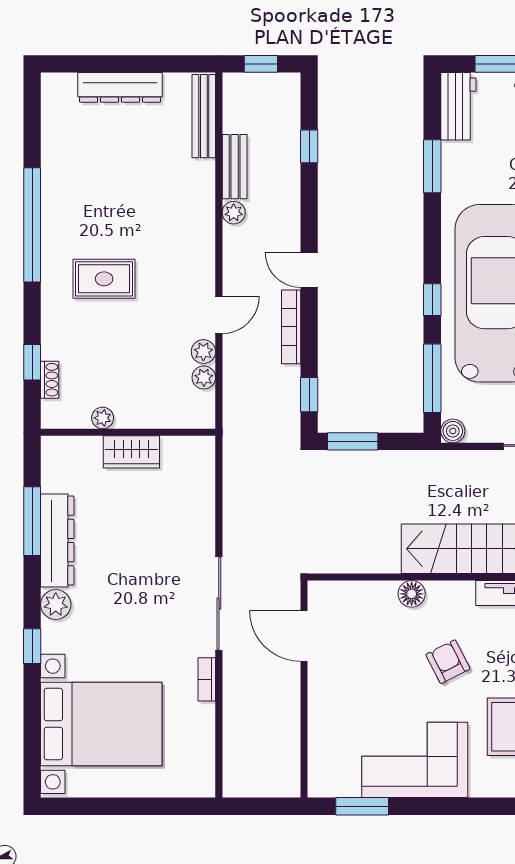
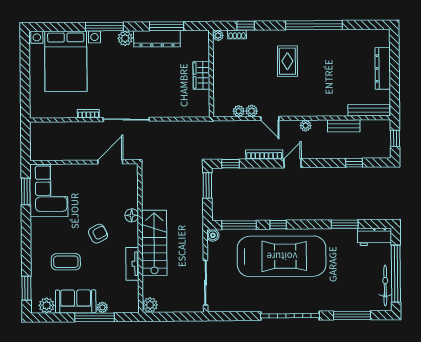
plant: (234, 213) -> (306, 126), moved
plant: (103, 418) -> (218, 36), moved
window: (32, 646) -> (104, 27), width x2.17
corner sofa: (415, 760) -> (49, 190), moved

